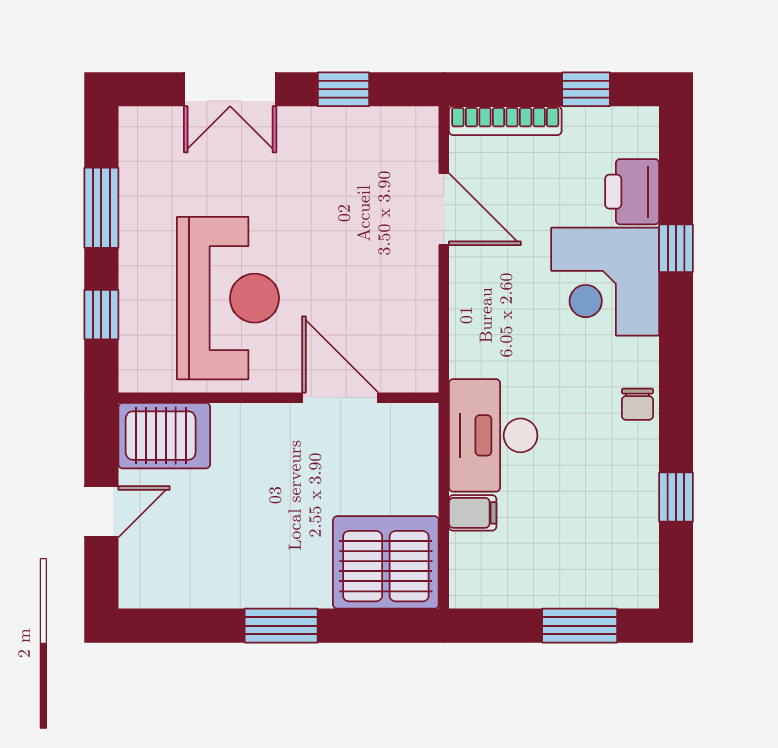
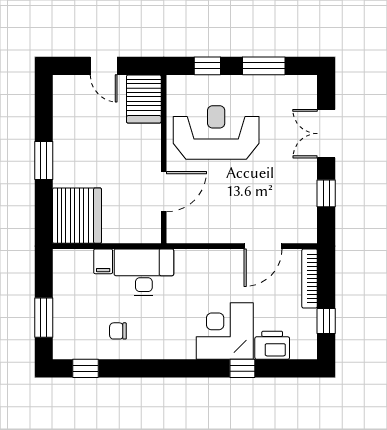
reception desk: (228, 298) -> (216, 133), turned 180
chair: (637, 404) -> (118, 331), moved
window: (676, 497) -> (85, 368), moved

